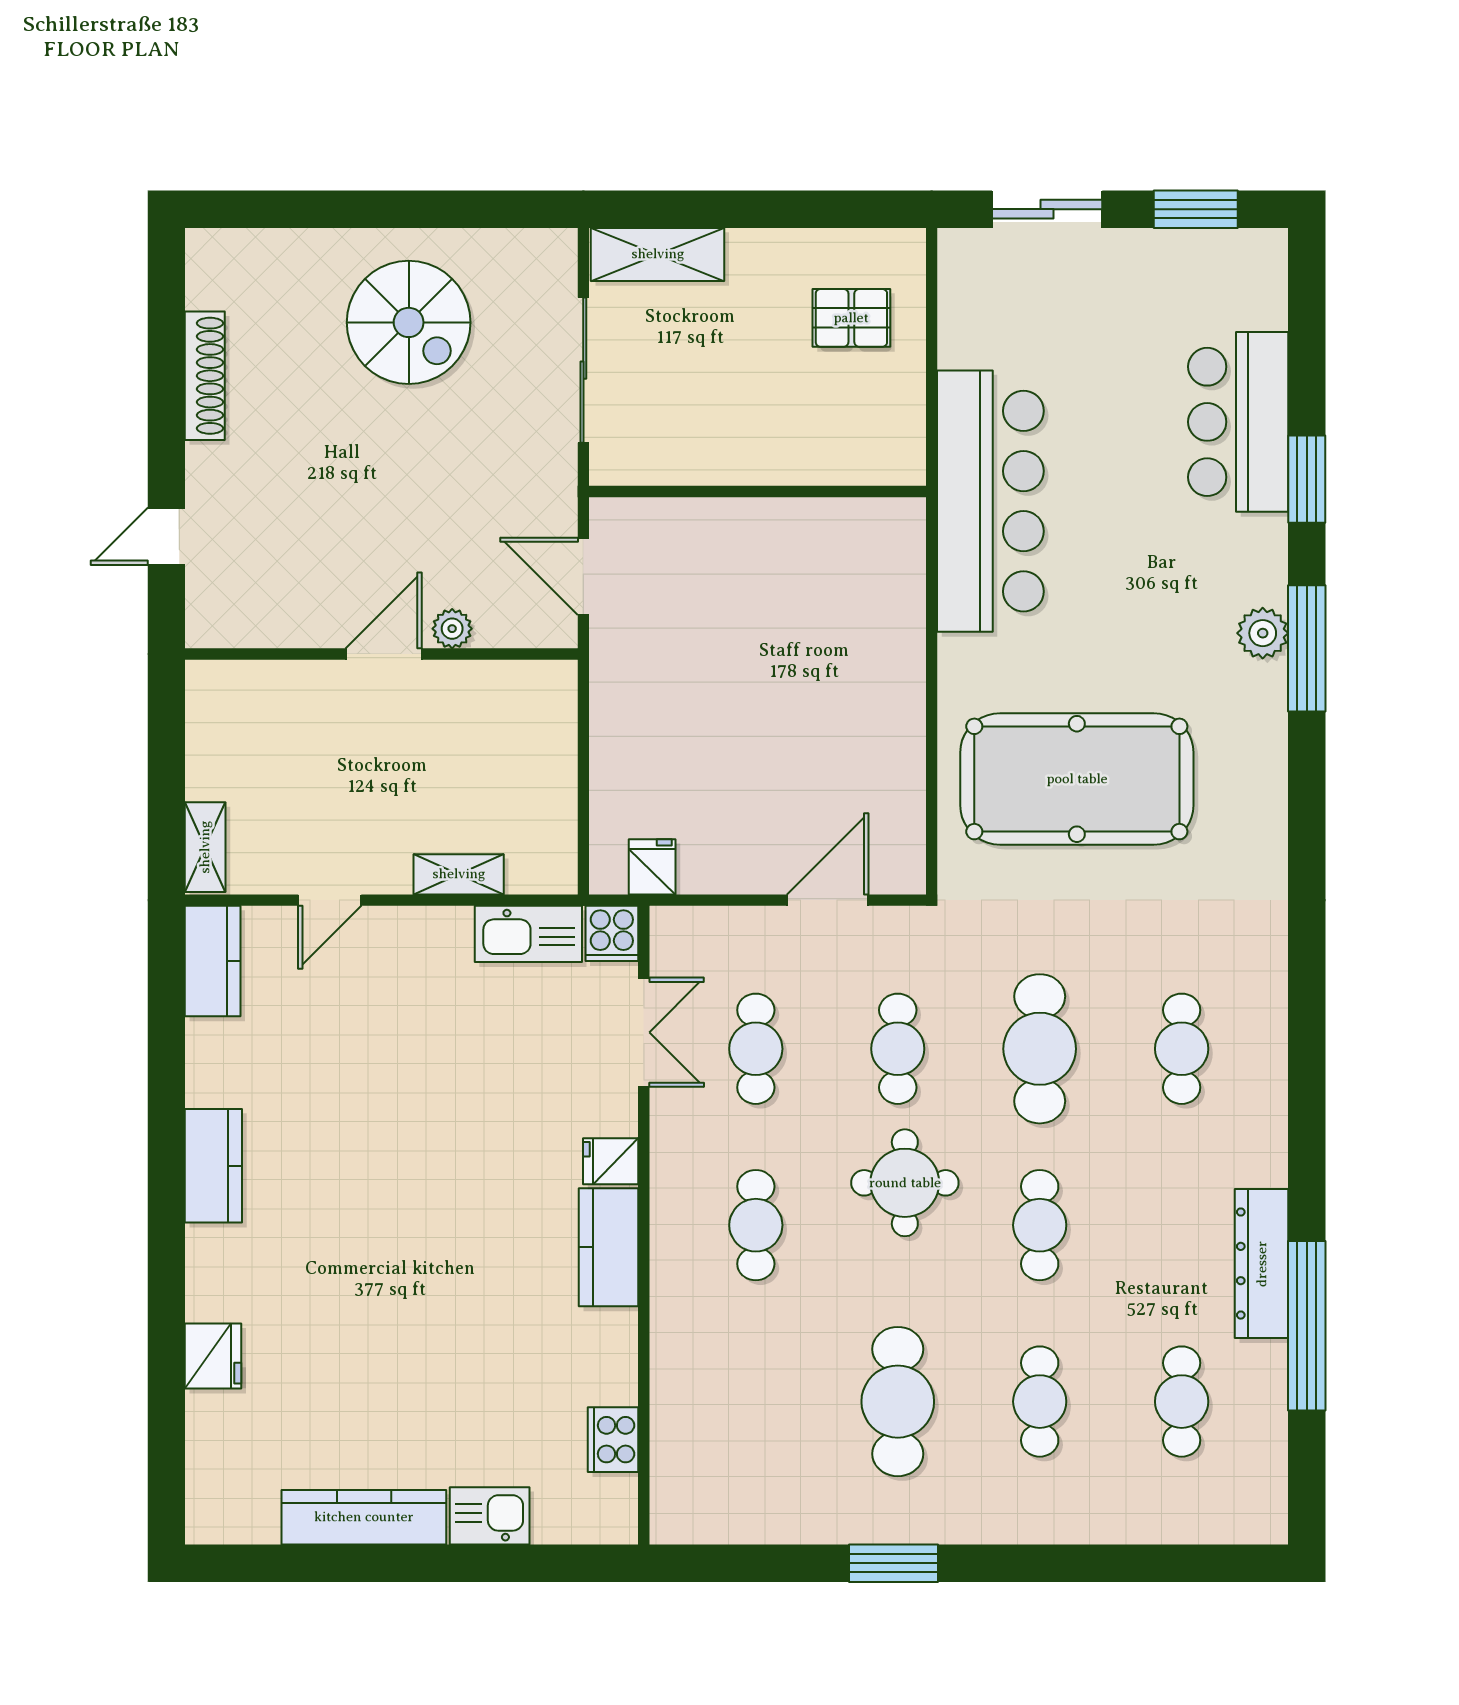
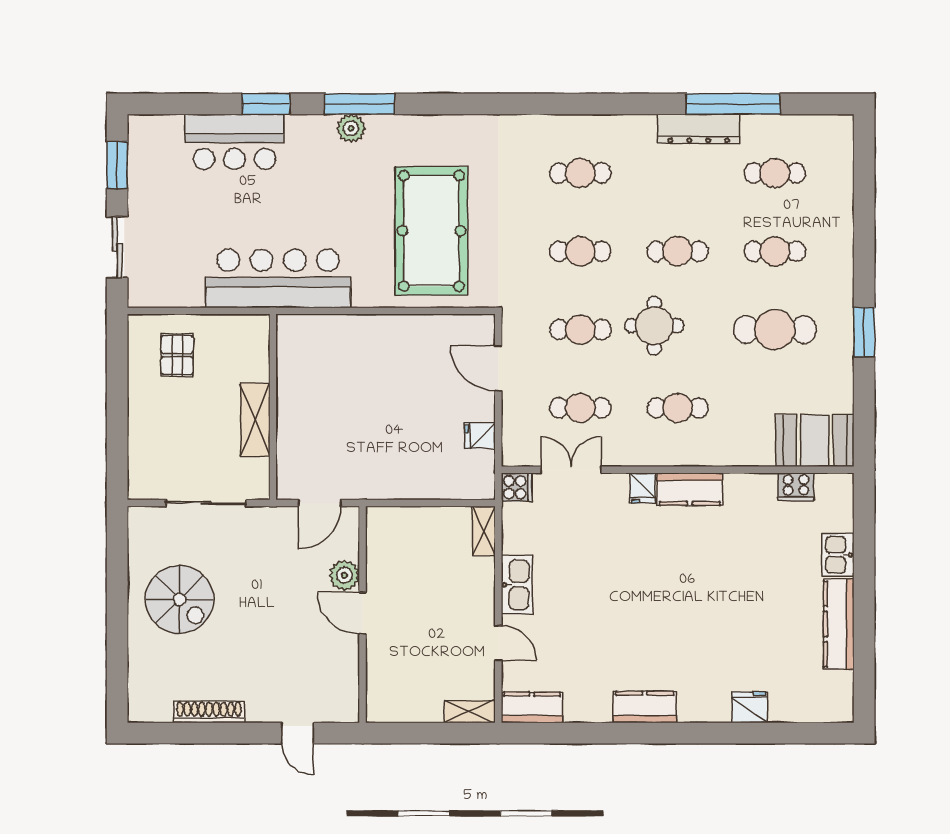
shelving: (658, 254) -> (255, 420), moved
spiral stairs: (409, 322) -> (180, 599), turned 90
plant: (452, 629) -> (344, 575), width x1.38, depth x1.38
fridge: (652, 867) -> (480, 436), moved
shelving: (459, 874) -> (484, 531), moved
kitchen sink: (528, 934) -> (517, 585), moved
cafe table: (1040, 1049) -> (580, 251), width x0.73, depth x0.74
booth: (696, 1474) -> (815, 441), added

